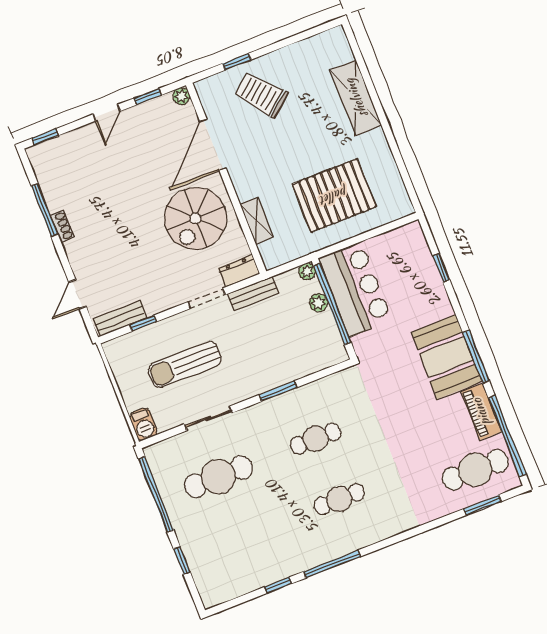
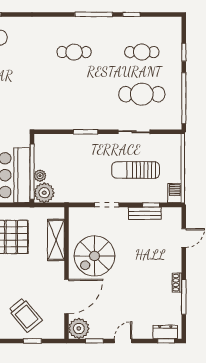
plant: (181, 96) -> (79, 328), width x1.87, depth x1.87
spiral stairs: (196, 218) -> (94, 256), turned 180
shelving: (257, 221) -> (56, 240), width x1.50, depth x1.33
dresser: (239, 271) -> (165, 332), moved, turned 180
plant: (307, 271) -> (44, 193), width x1.87, depth x1.87
bench: (253, 294) -> (77, 197), removed
bench: (120, 319) -> (145, 213), moved
sun lounger: (185, 365) -> (136, 170), turned 180
barbecue: (143, 424) -> (175, 193), moved
cafe table: (316, 439) -> (142, 52), moved

